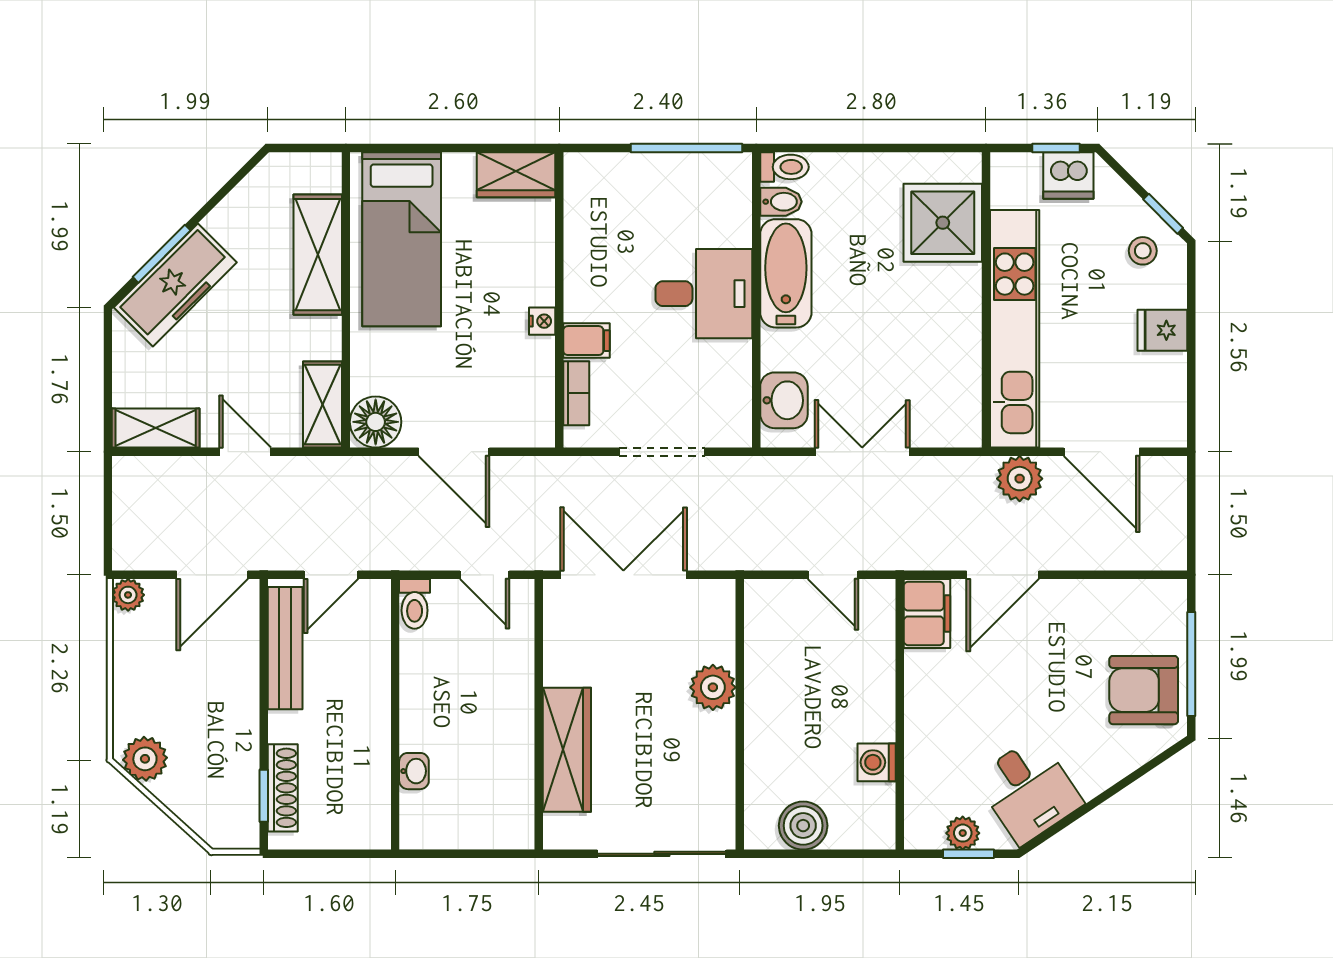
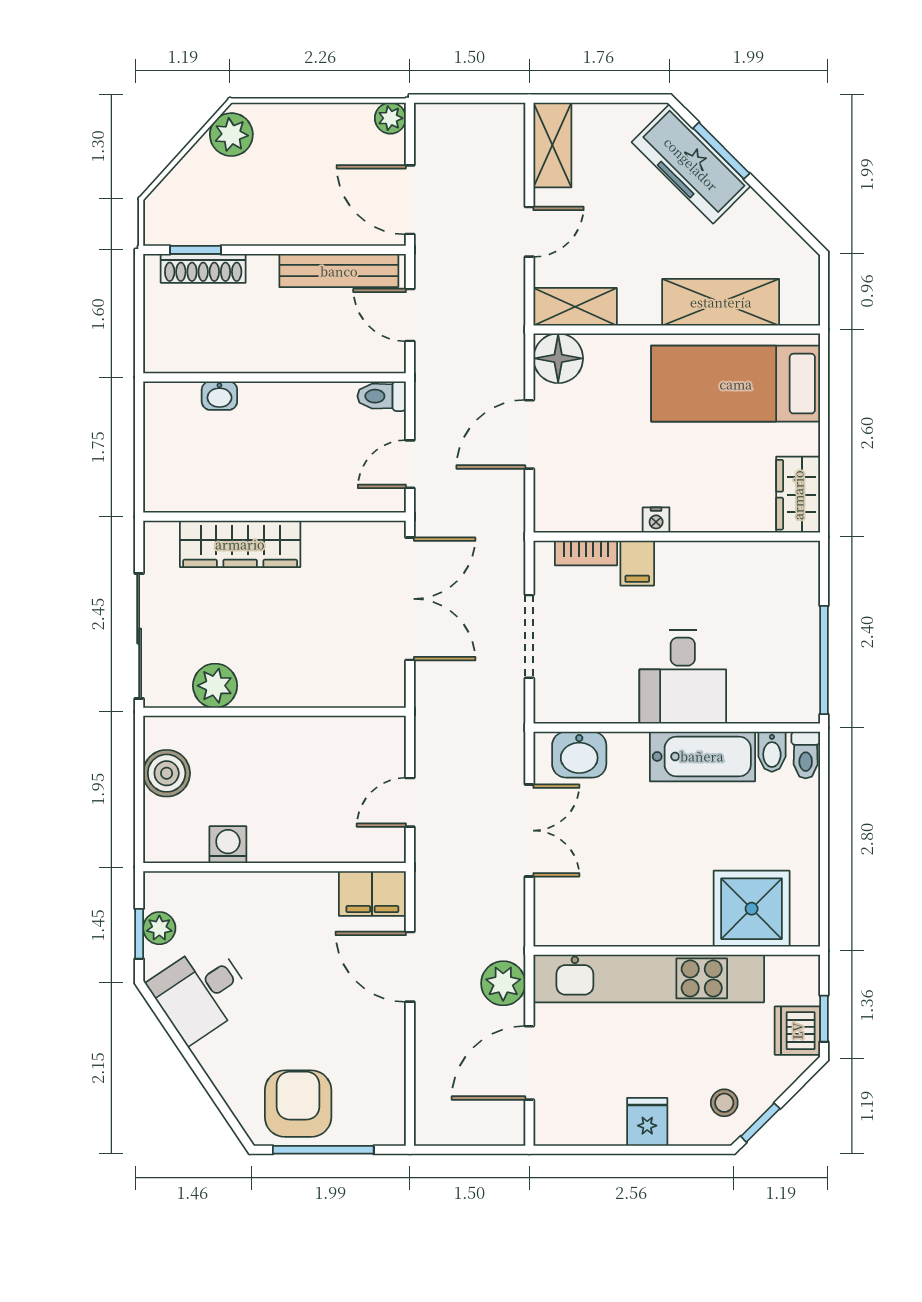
plant: (713, 687) -> (215, 686), moved

